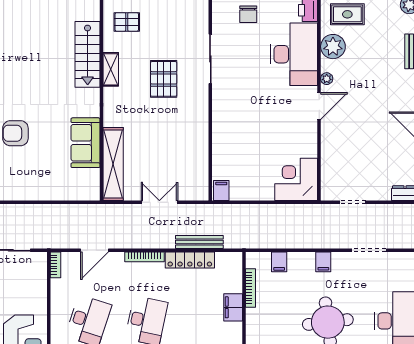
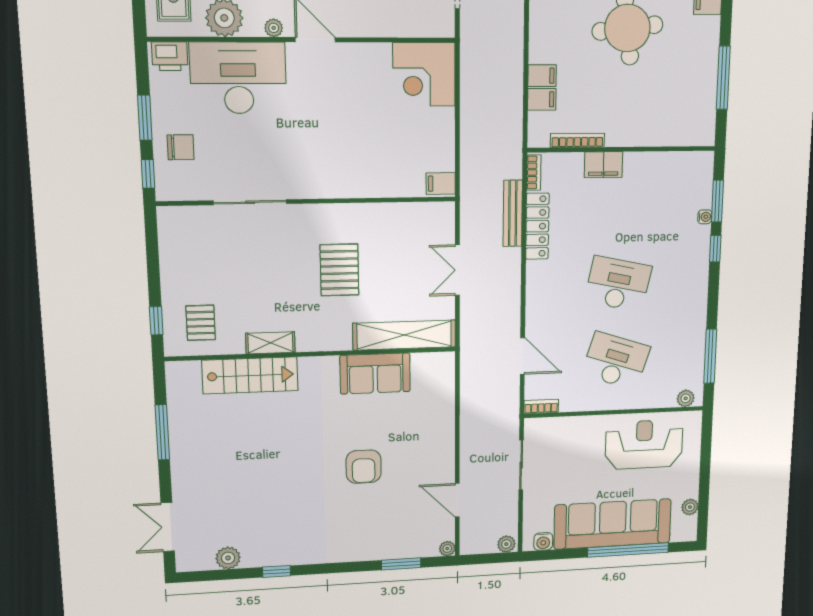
pallet: (164, 79) -> (339, 270), moved, turned 90
bookcase: (144, 257) -> (534, 172), moved, width x0.64
filing cabinet: (323, 262) -> (542, 76), moved

